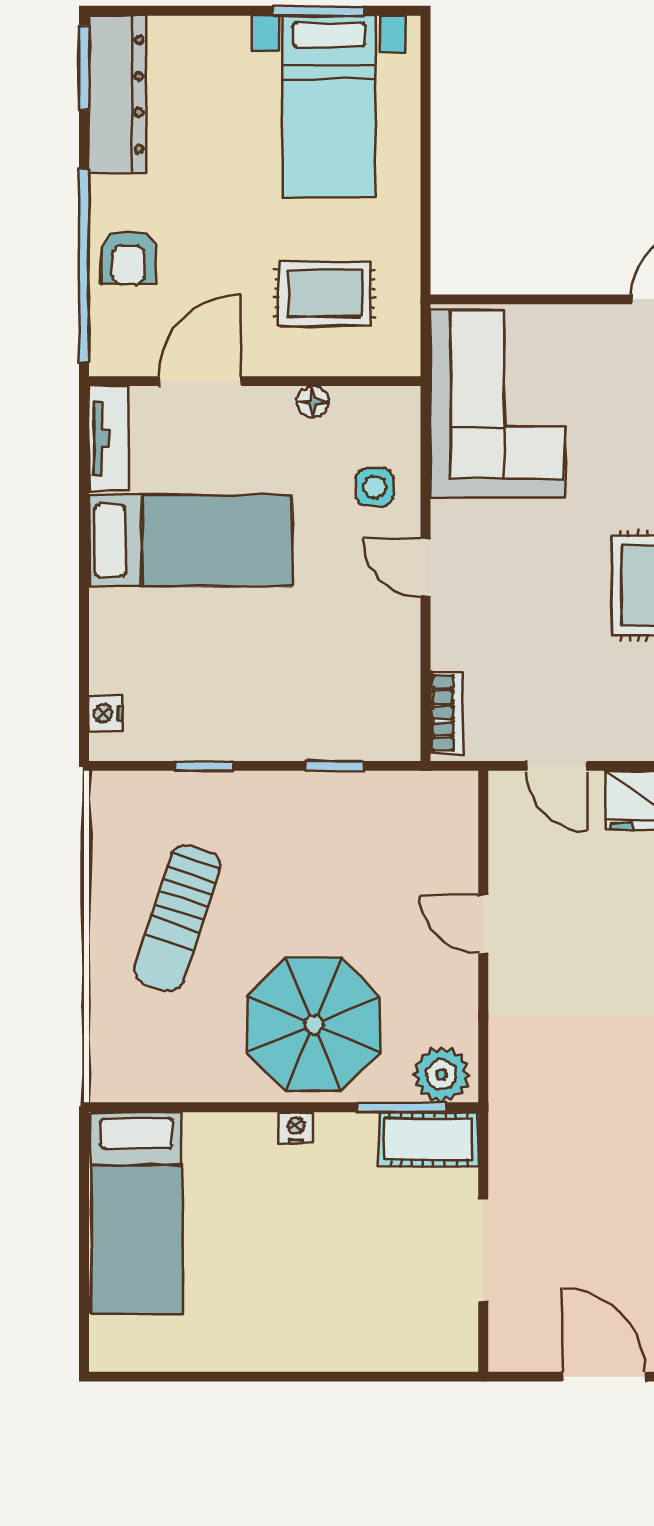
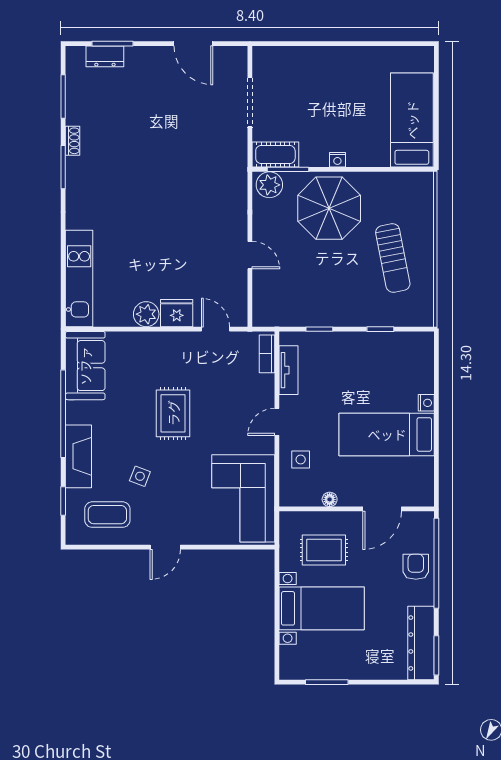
bed with nightstands: (329, 107) -> (322, 608), moved, turned 90
tv unit: (109, 438) -> (288, 370), moved, turned 180
door: (426, 567) -> (277, 422), swing flipped
nightstand: (106, 713) -> (426, 403), moved
sun lounger: (177, 918) -> (393, 258), turned 151

